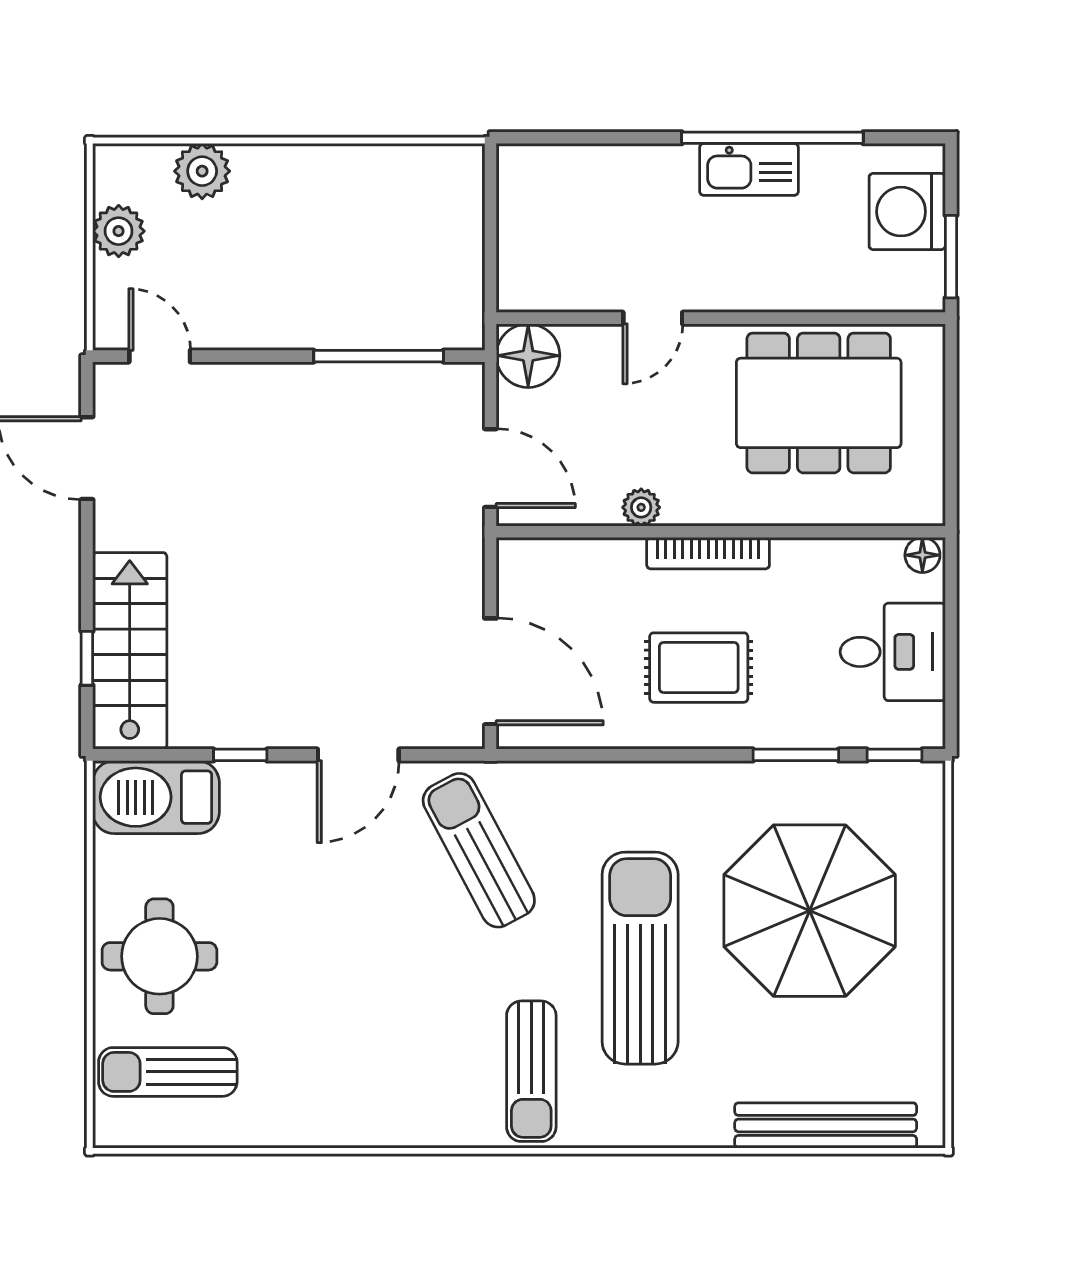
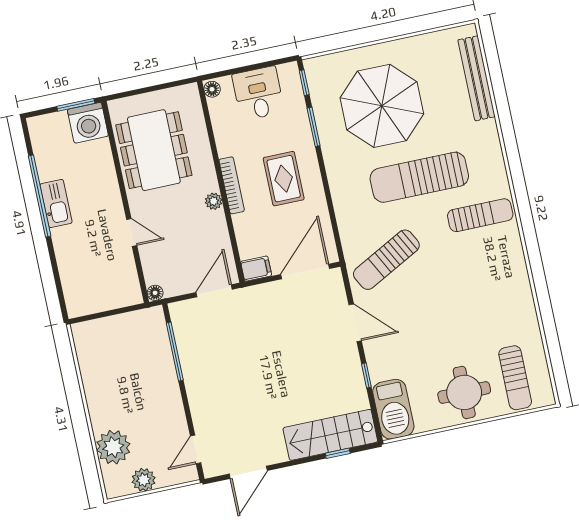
plant: (202, 171) -> (113, 447), width x1.36, depth x1.36
washing machine: (907, 212) -> (88, 123), moved
floor lamp: (528, 356) -> (155, 293), width x0.53, depth x0.53
plant: (641, 507) -> (214, 201), moved
filing cabinet: (519, 568) -> (256, 269), added

